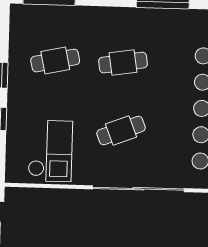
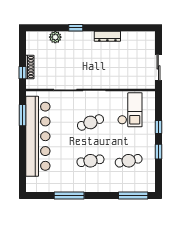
checkout: (50, 151) -> (130, 110), turned 180

